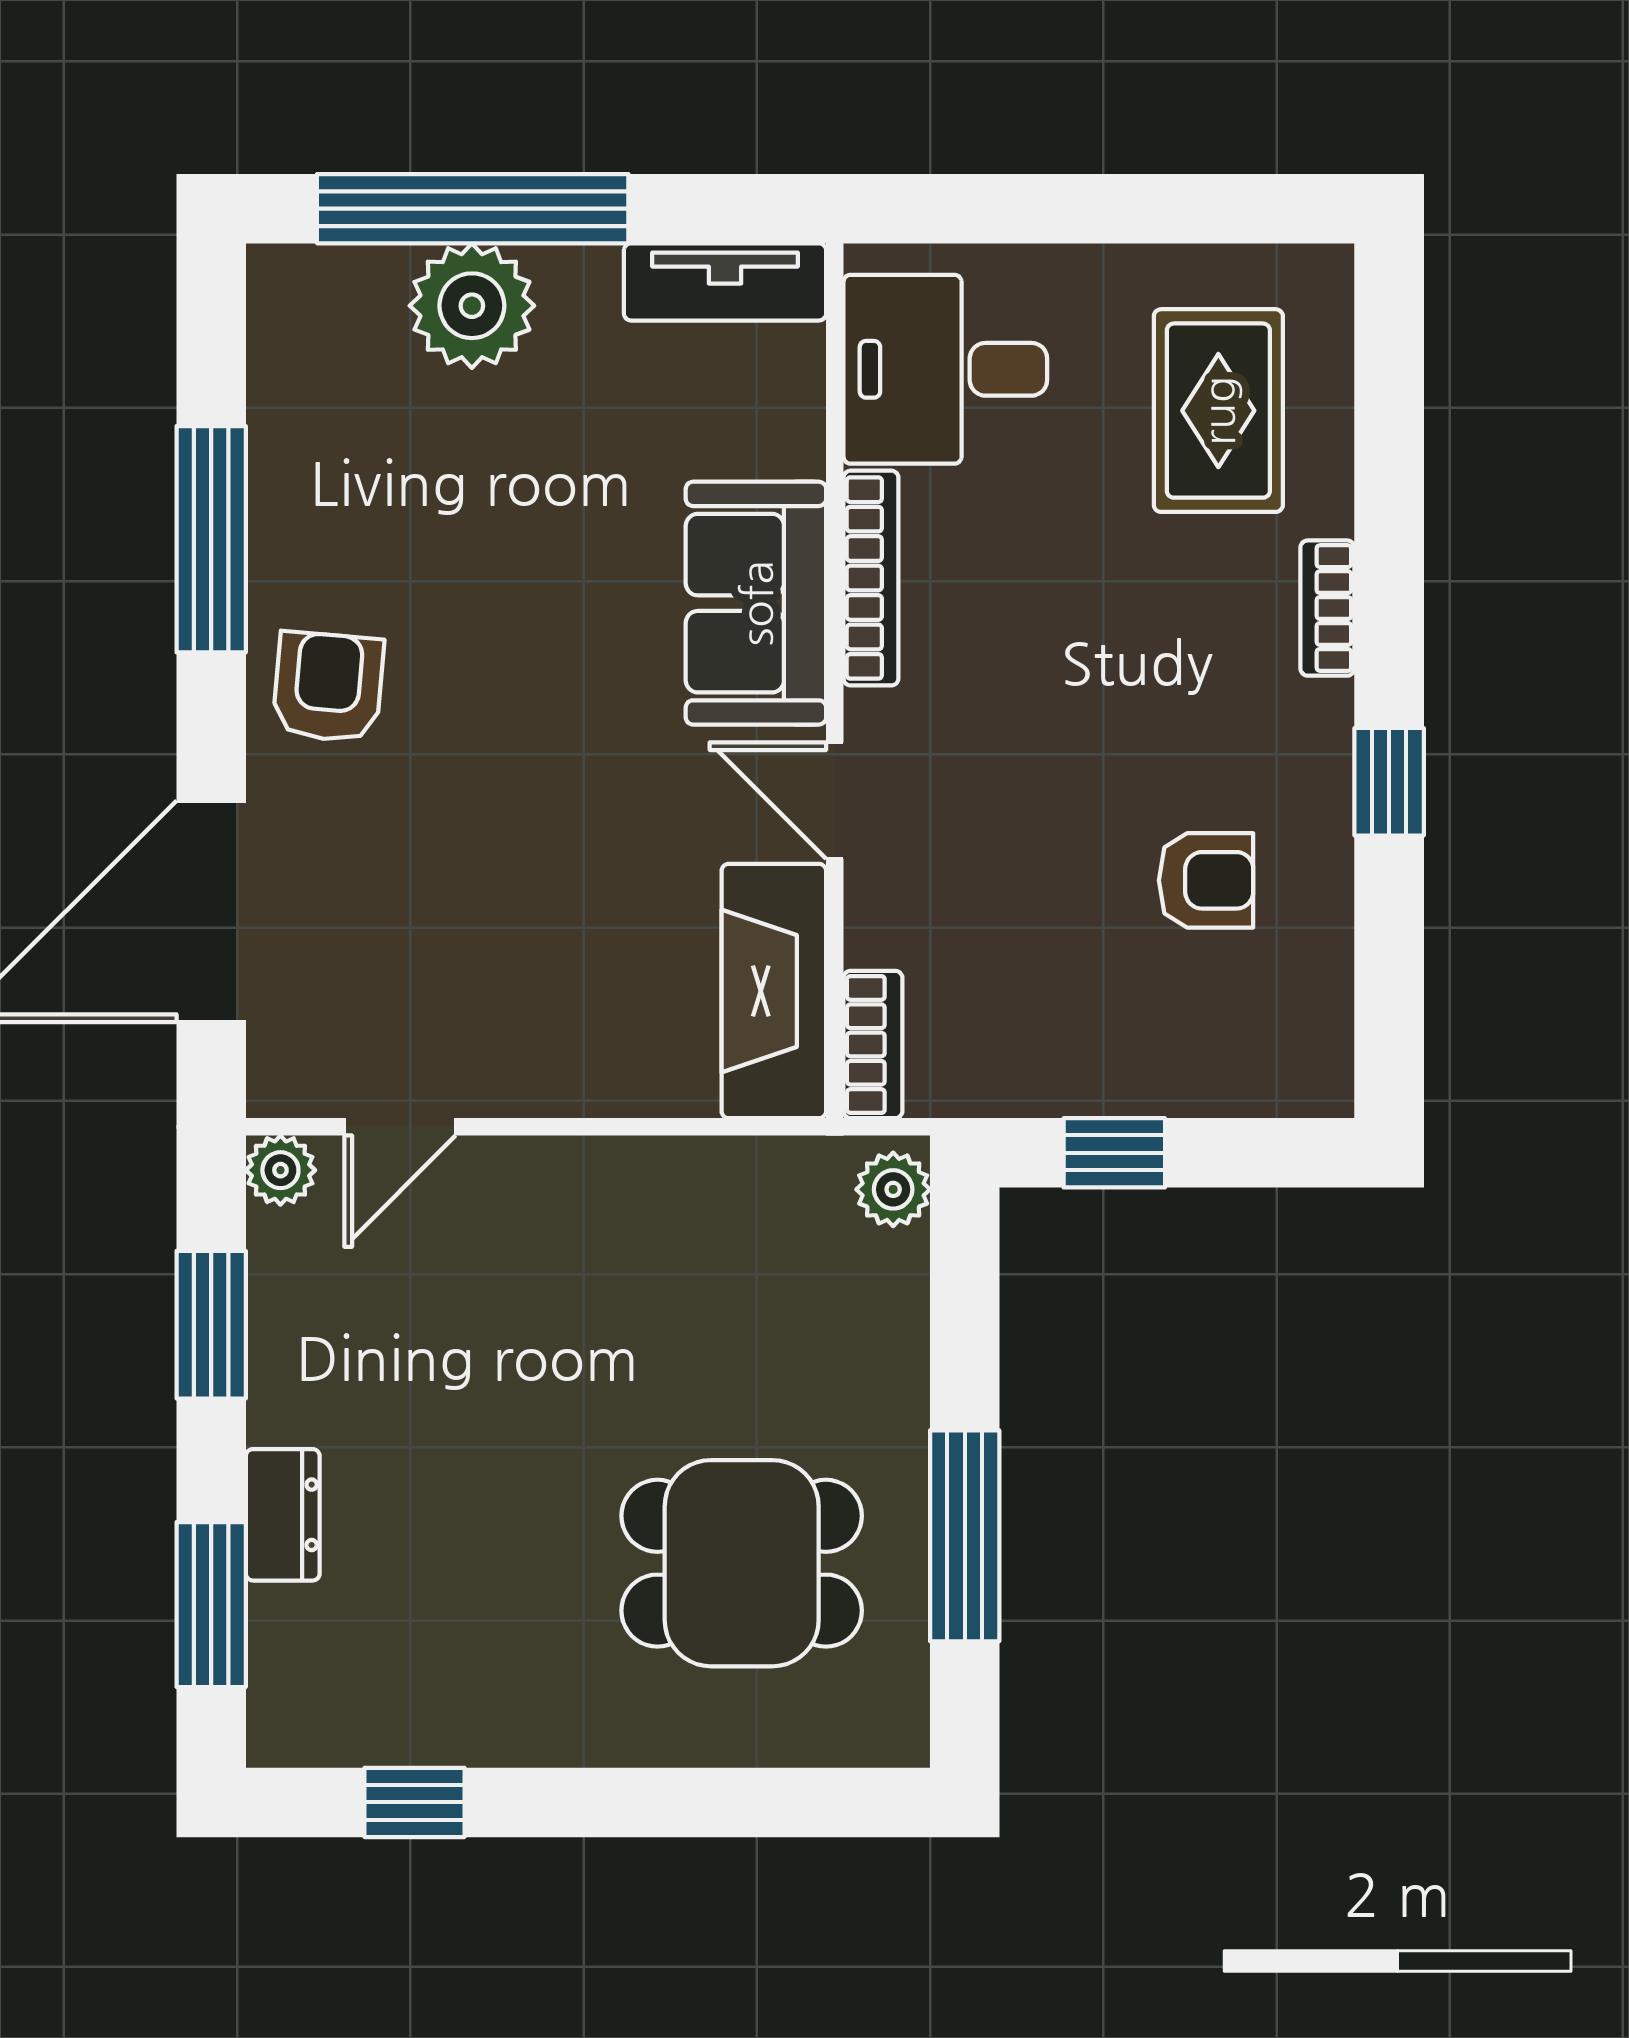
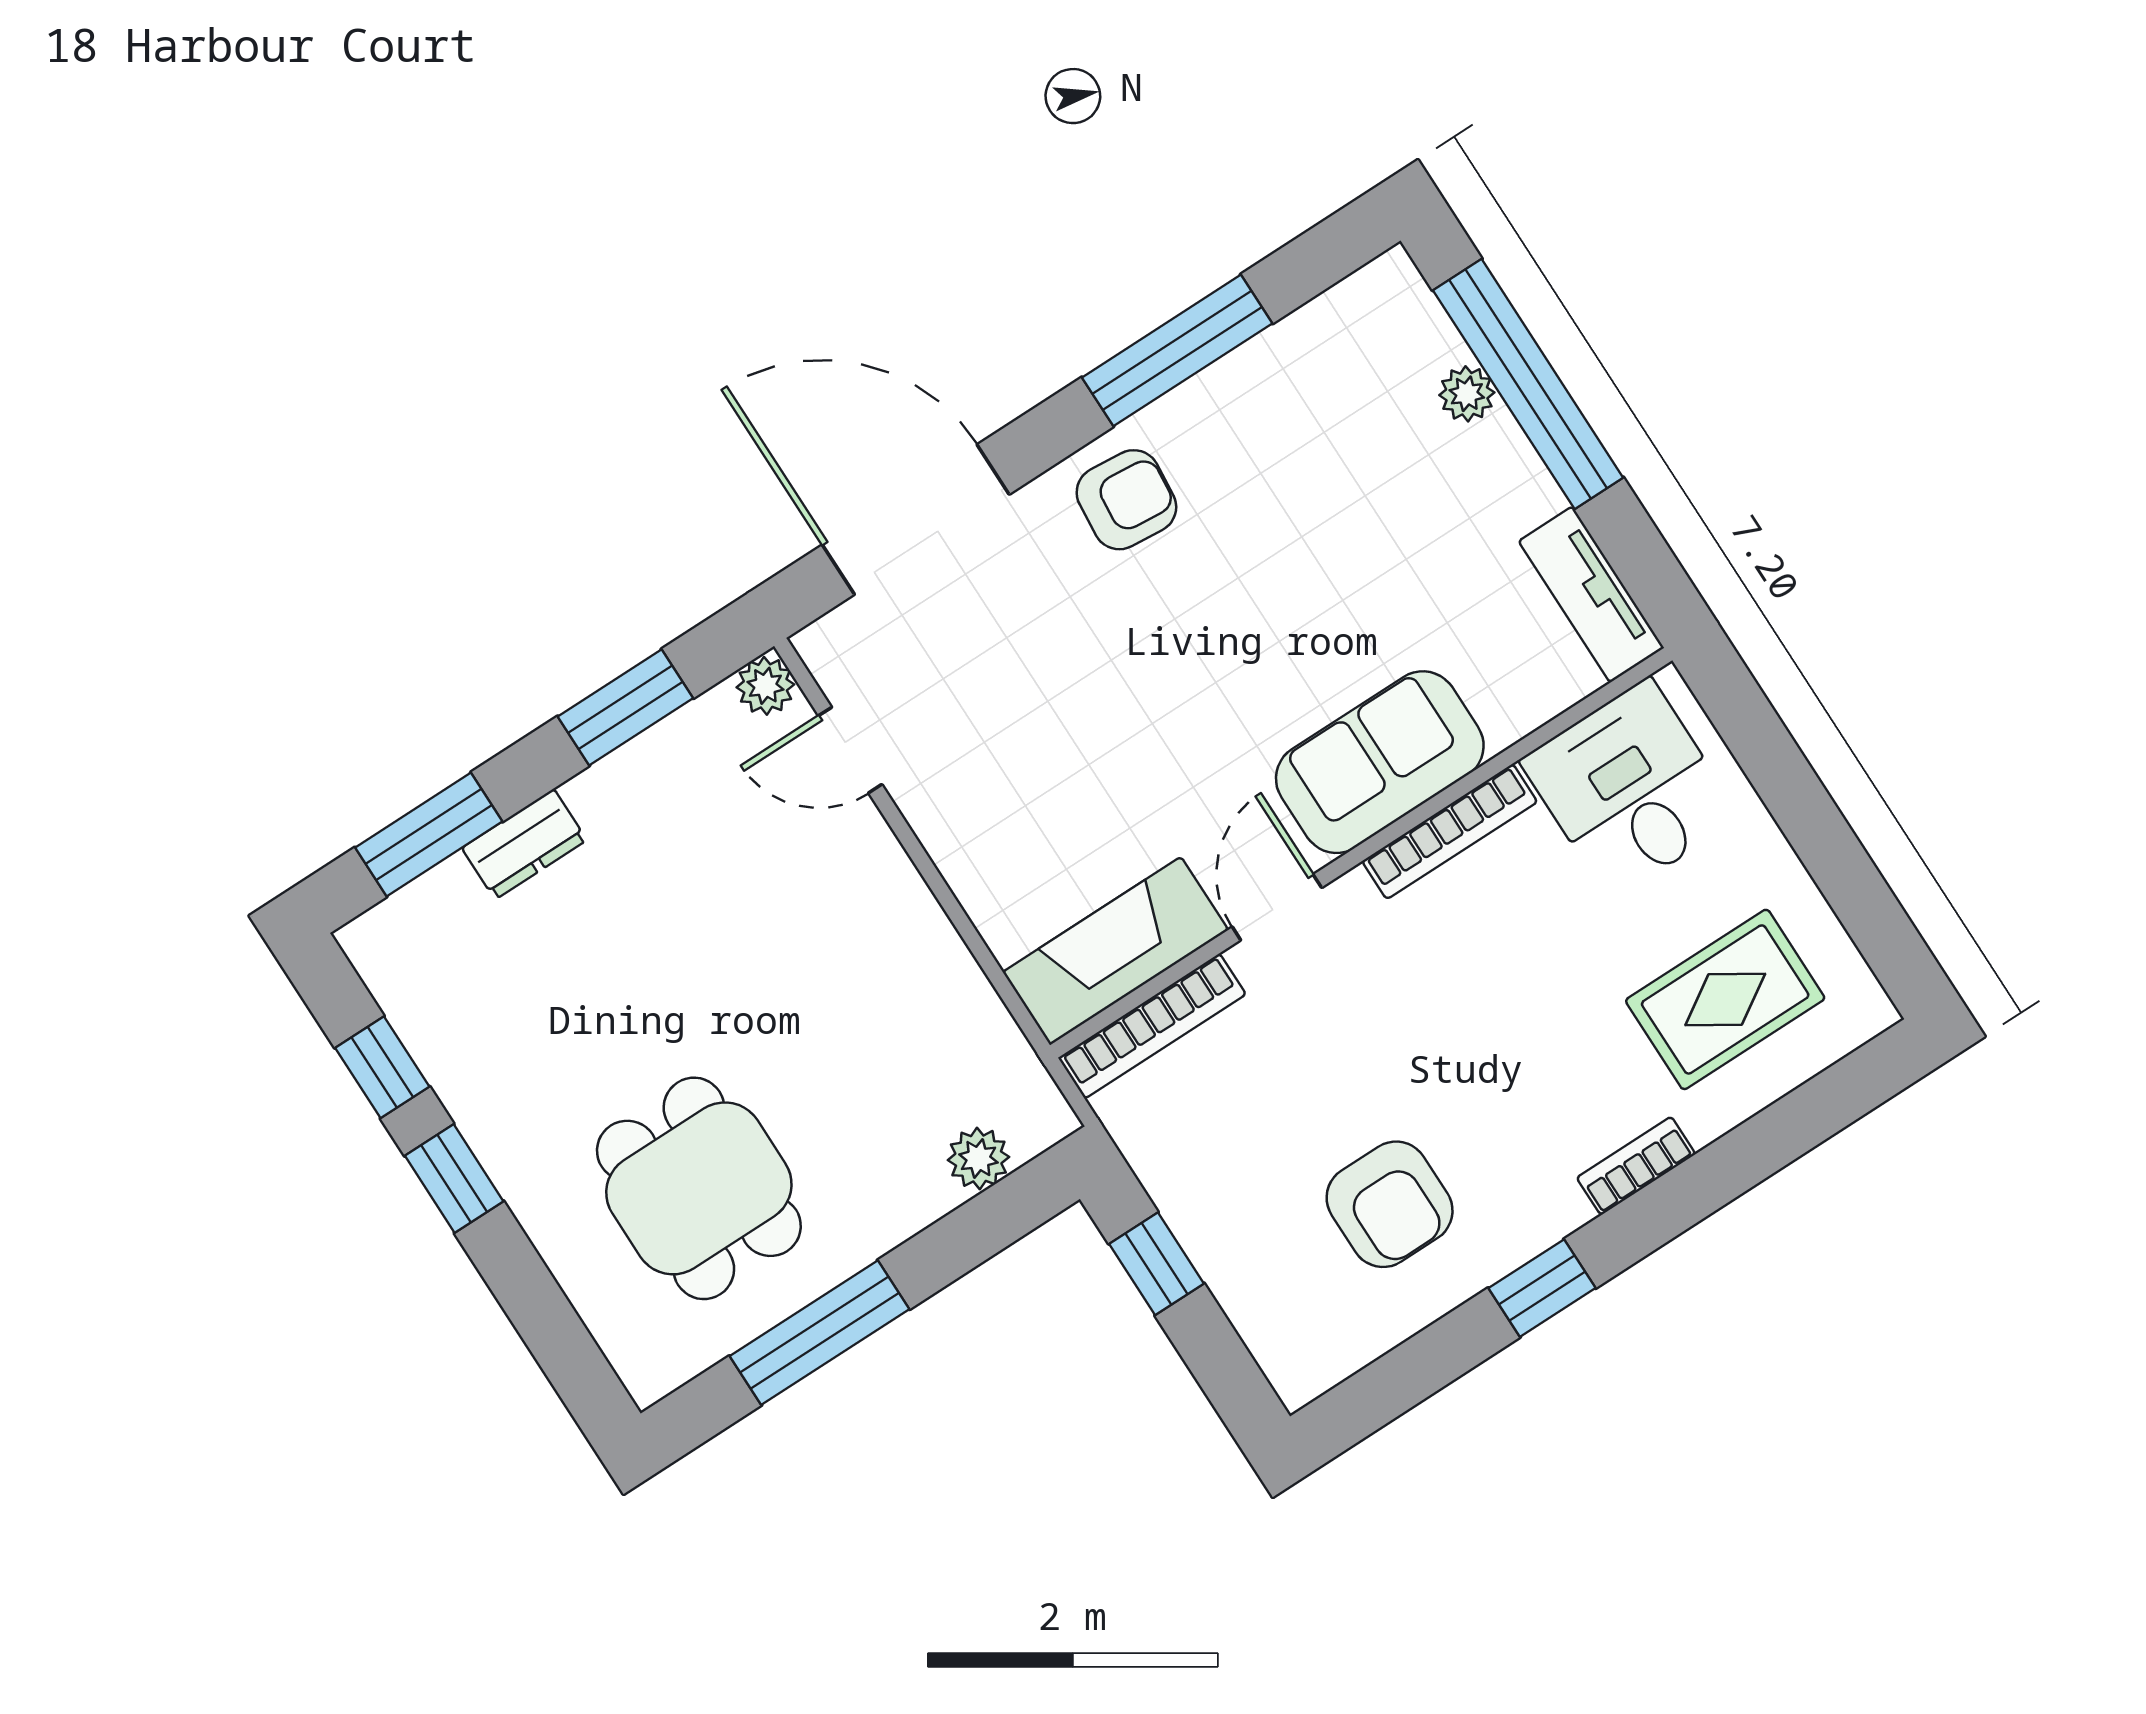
plant: (472, 306) -> (1467, 394), width x0.53, depth x0.53
armchair: (1206, 880) -> (1390, 1204), width x1.38, depth x1.38
bookcase: (873, 1044) -> (1152, 1026), width x1.56
plant: (893, 1189) -> (978, 1158), moved
window: (573, 1802) -> (454, 1179), added

